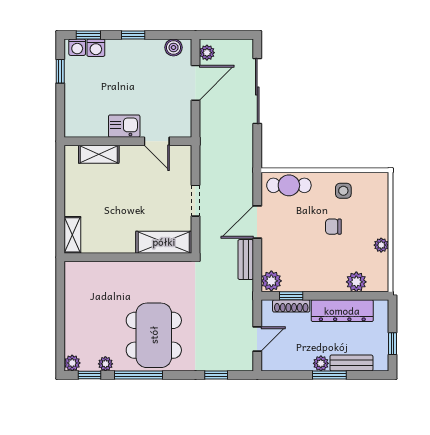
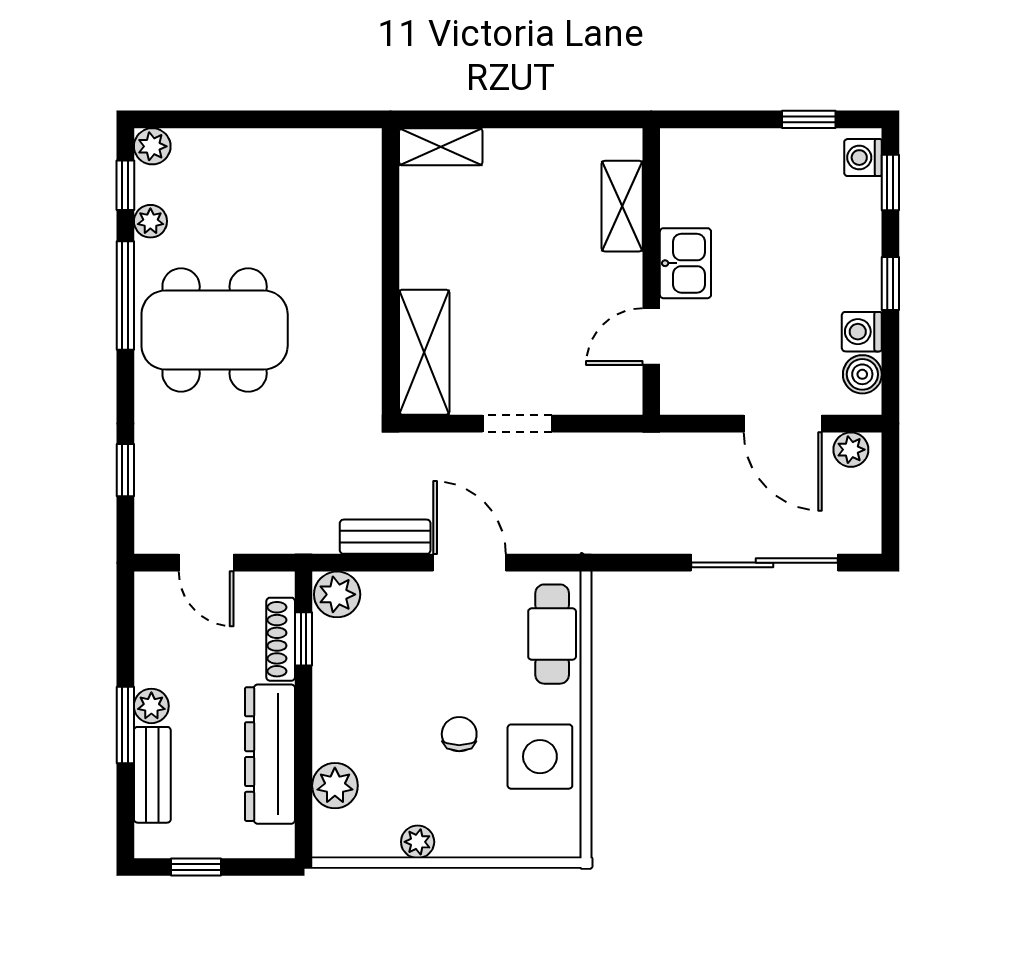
washing machine: (96, 48) -> (862, 332), moved
side table: (343, 191) -> (540, 757), width x1.87, depth x1.87

